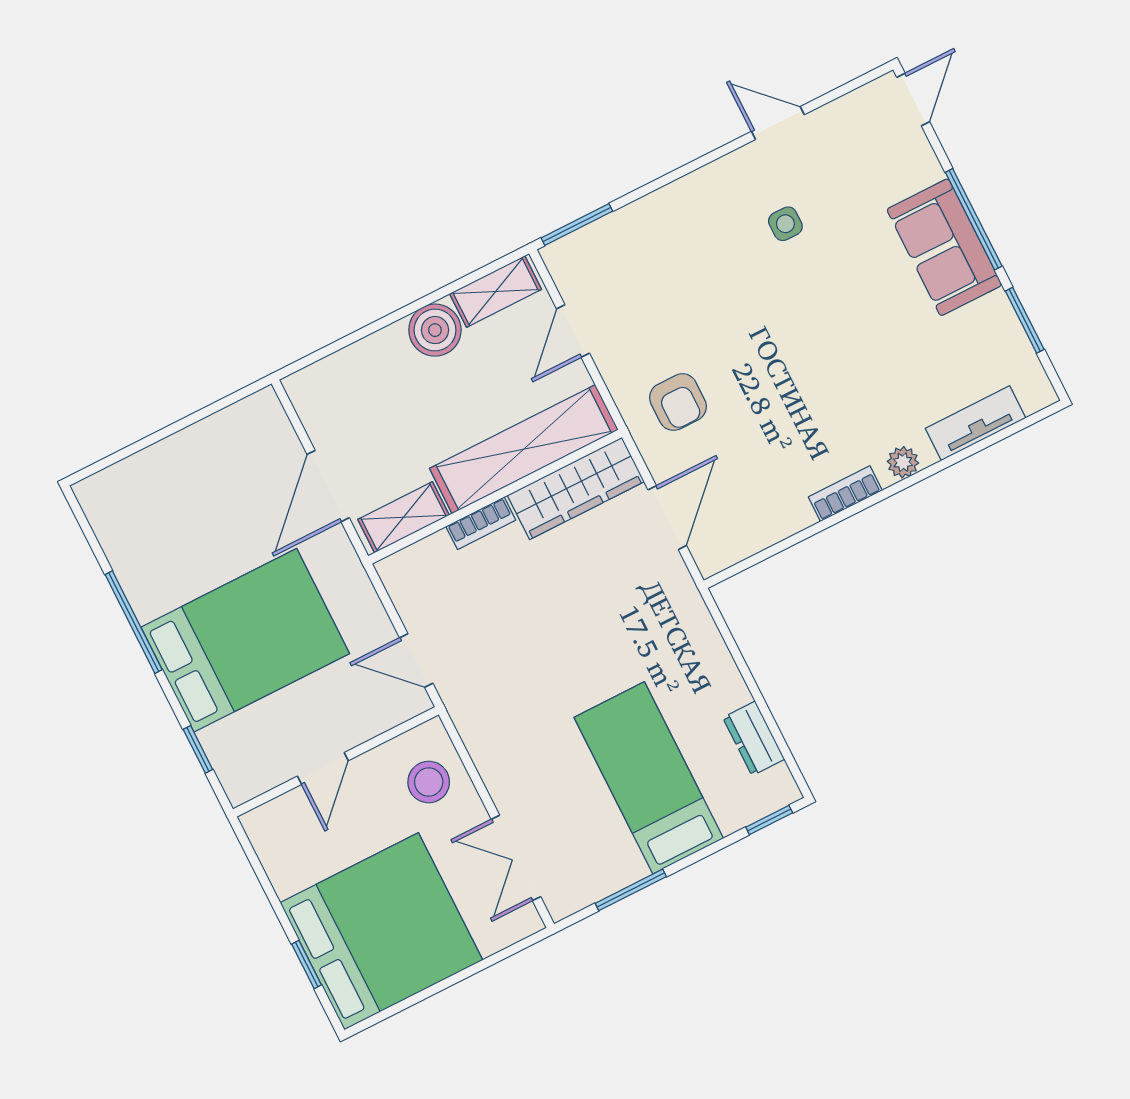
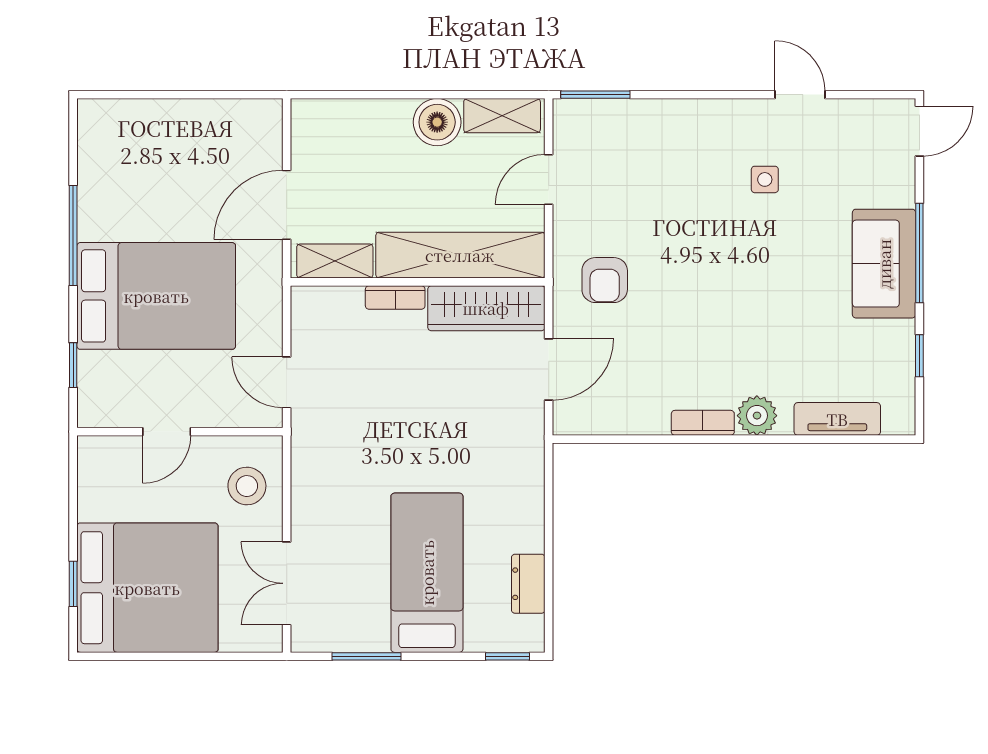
window: (1025, 320) -> (919, 356), width x0.67
plant: (903, 462) -> (757, 416), width x1.38, depth x1.38

